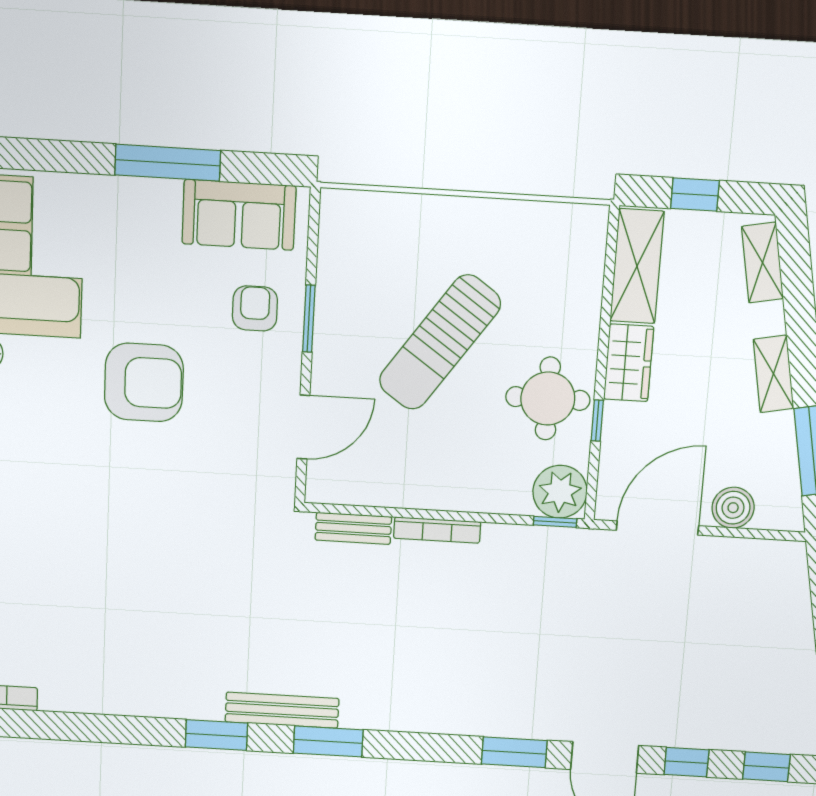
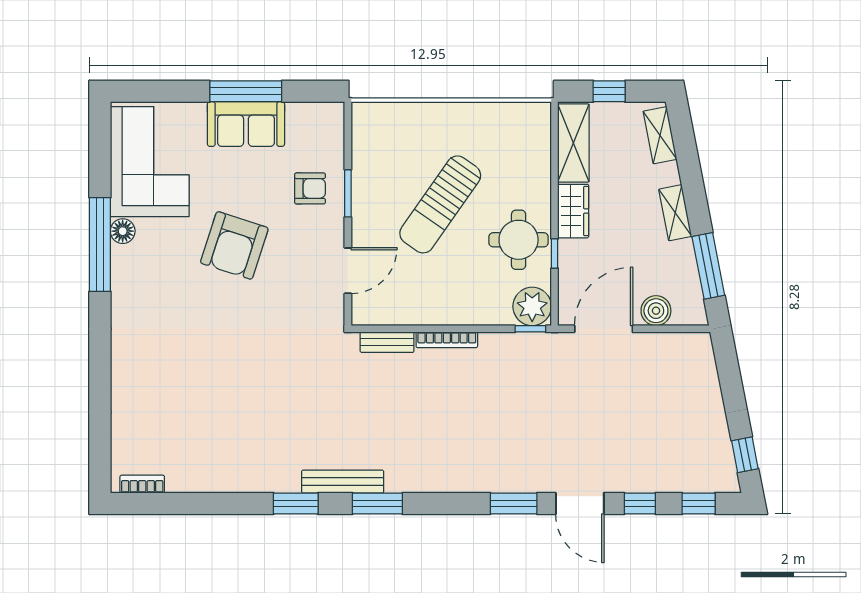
sofa: (239, 215) -> (246, 124), moved
armchair: (255, 308) -> (310, 188), turned 90
armchair: (144, 382) -> (234, 245), turned 108

